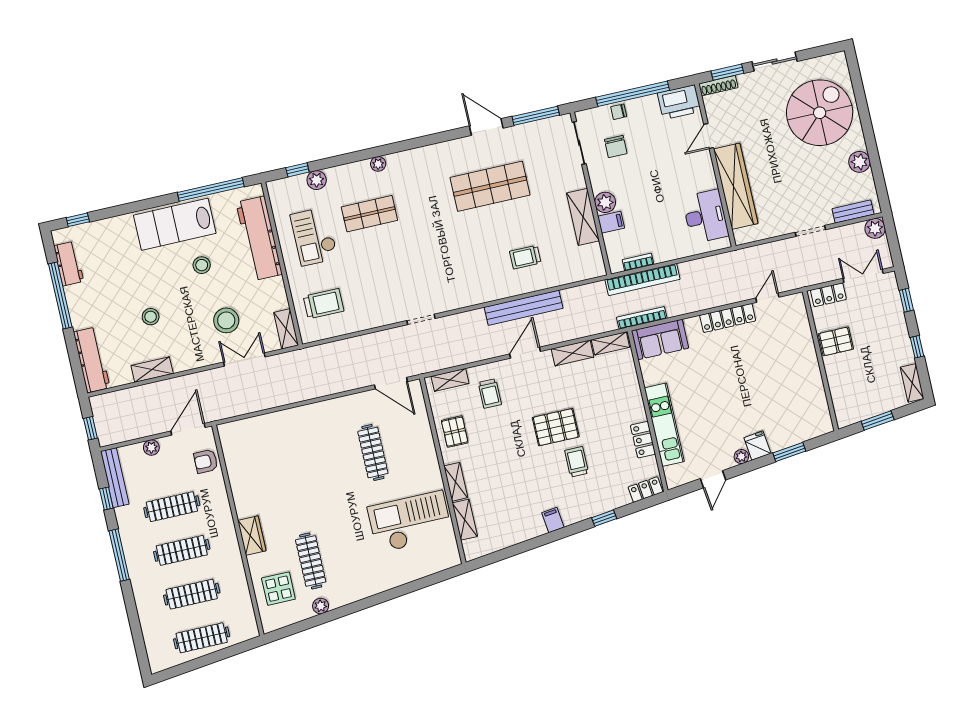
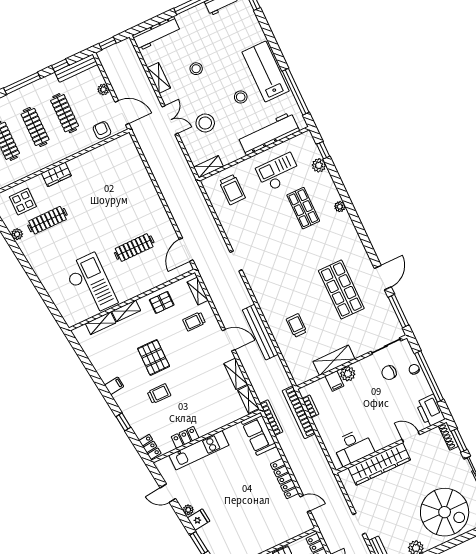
double door: (244, 360) -> (170, 120), moved
pallet: (556, 427) -> (154, 357), moved

